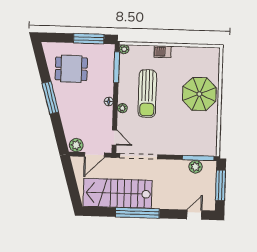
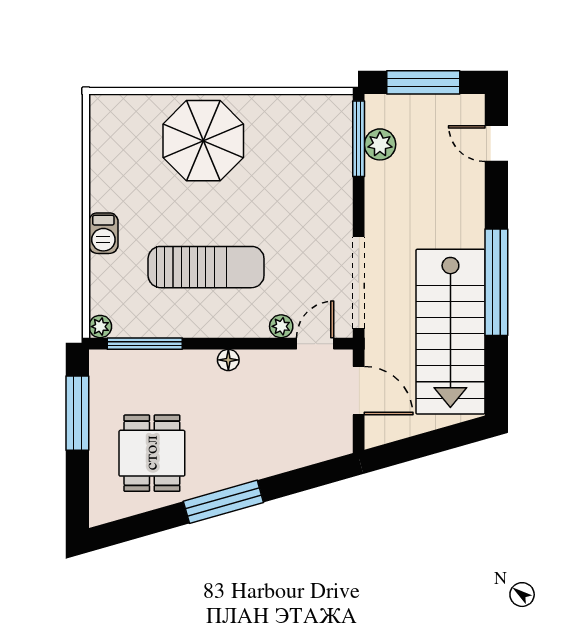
plant: (122, 108) -> (281, 326), moved
plant: (76, 145) -> (337, 435), removed

